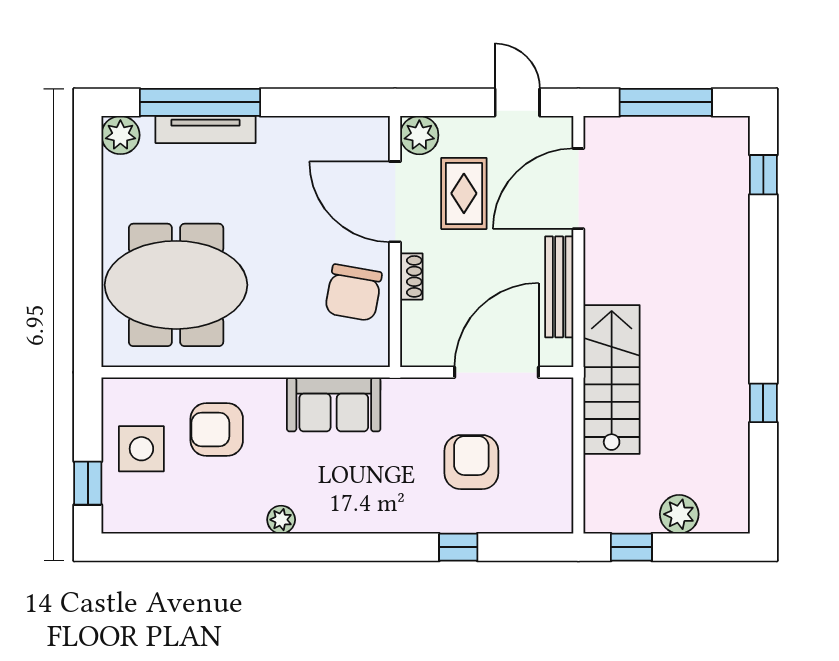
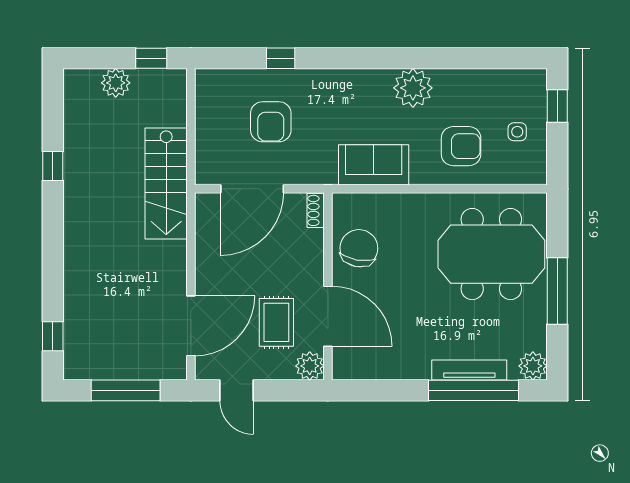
window: (88, 236) -> (557, 291), added
shoe rack: (411, 276) -> (316, 210), moved
bench: (559, 287) -> (205, 253), removed
side table: (141, 449) -> (517, 132), width x0.54, depth x0.54
plant: (281, 520) -> (413, 88), width x1.87, depth x1.87

